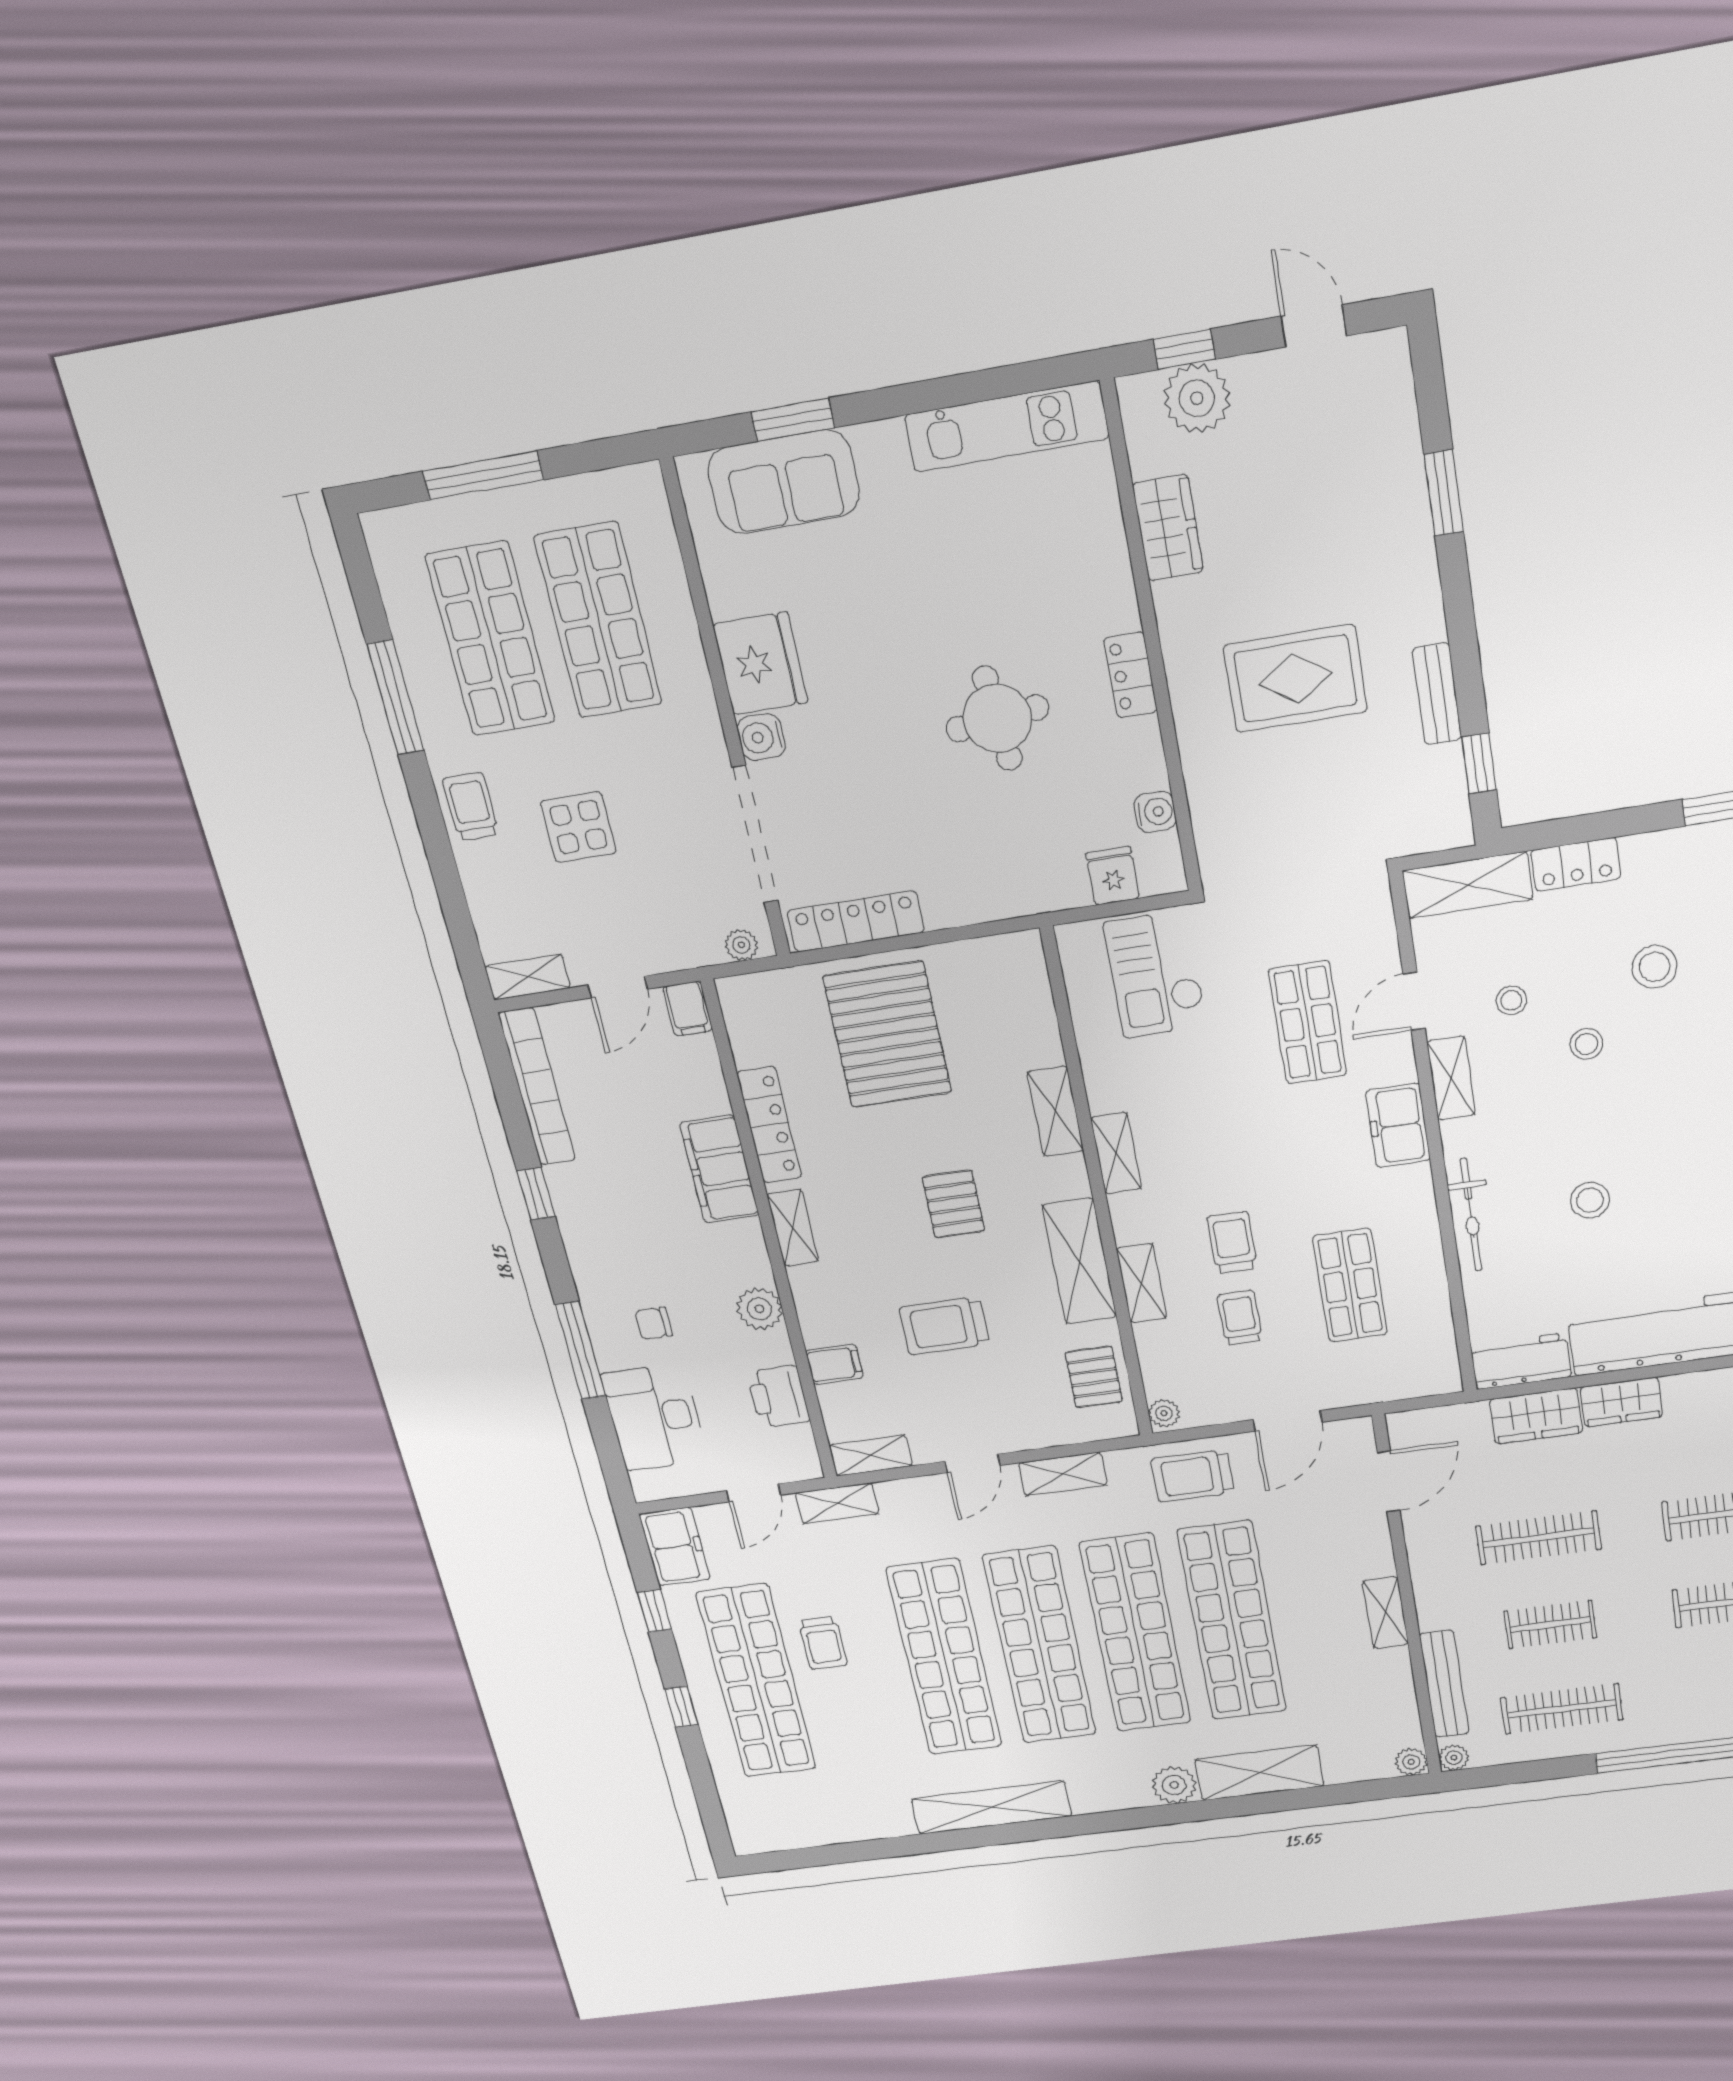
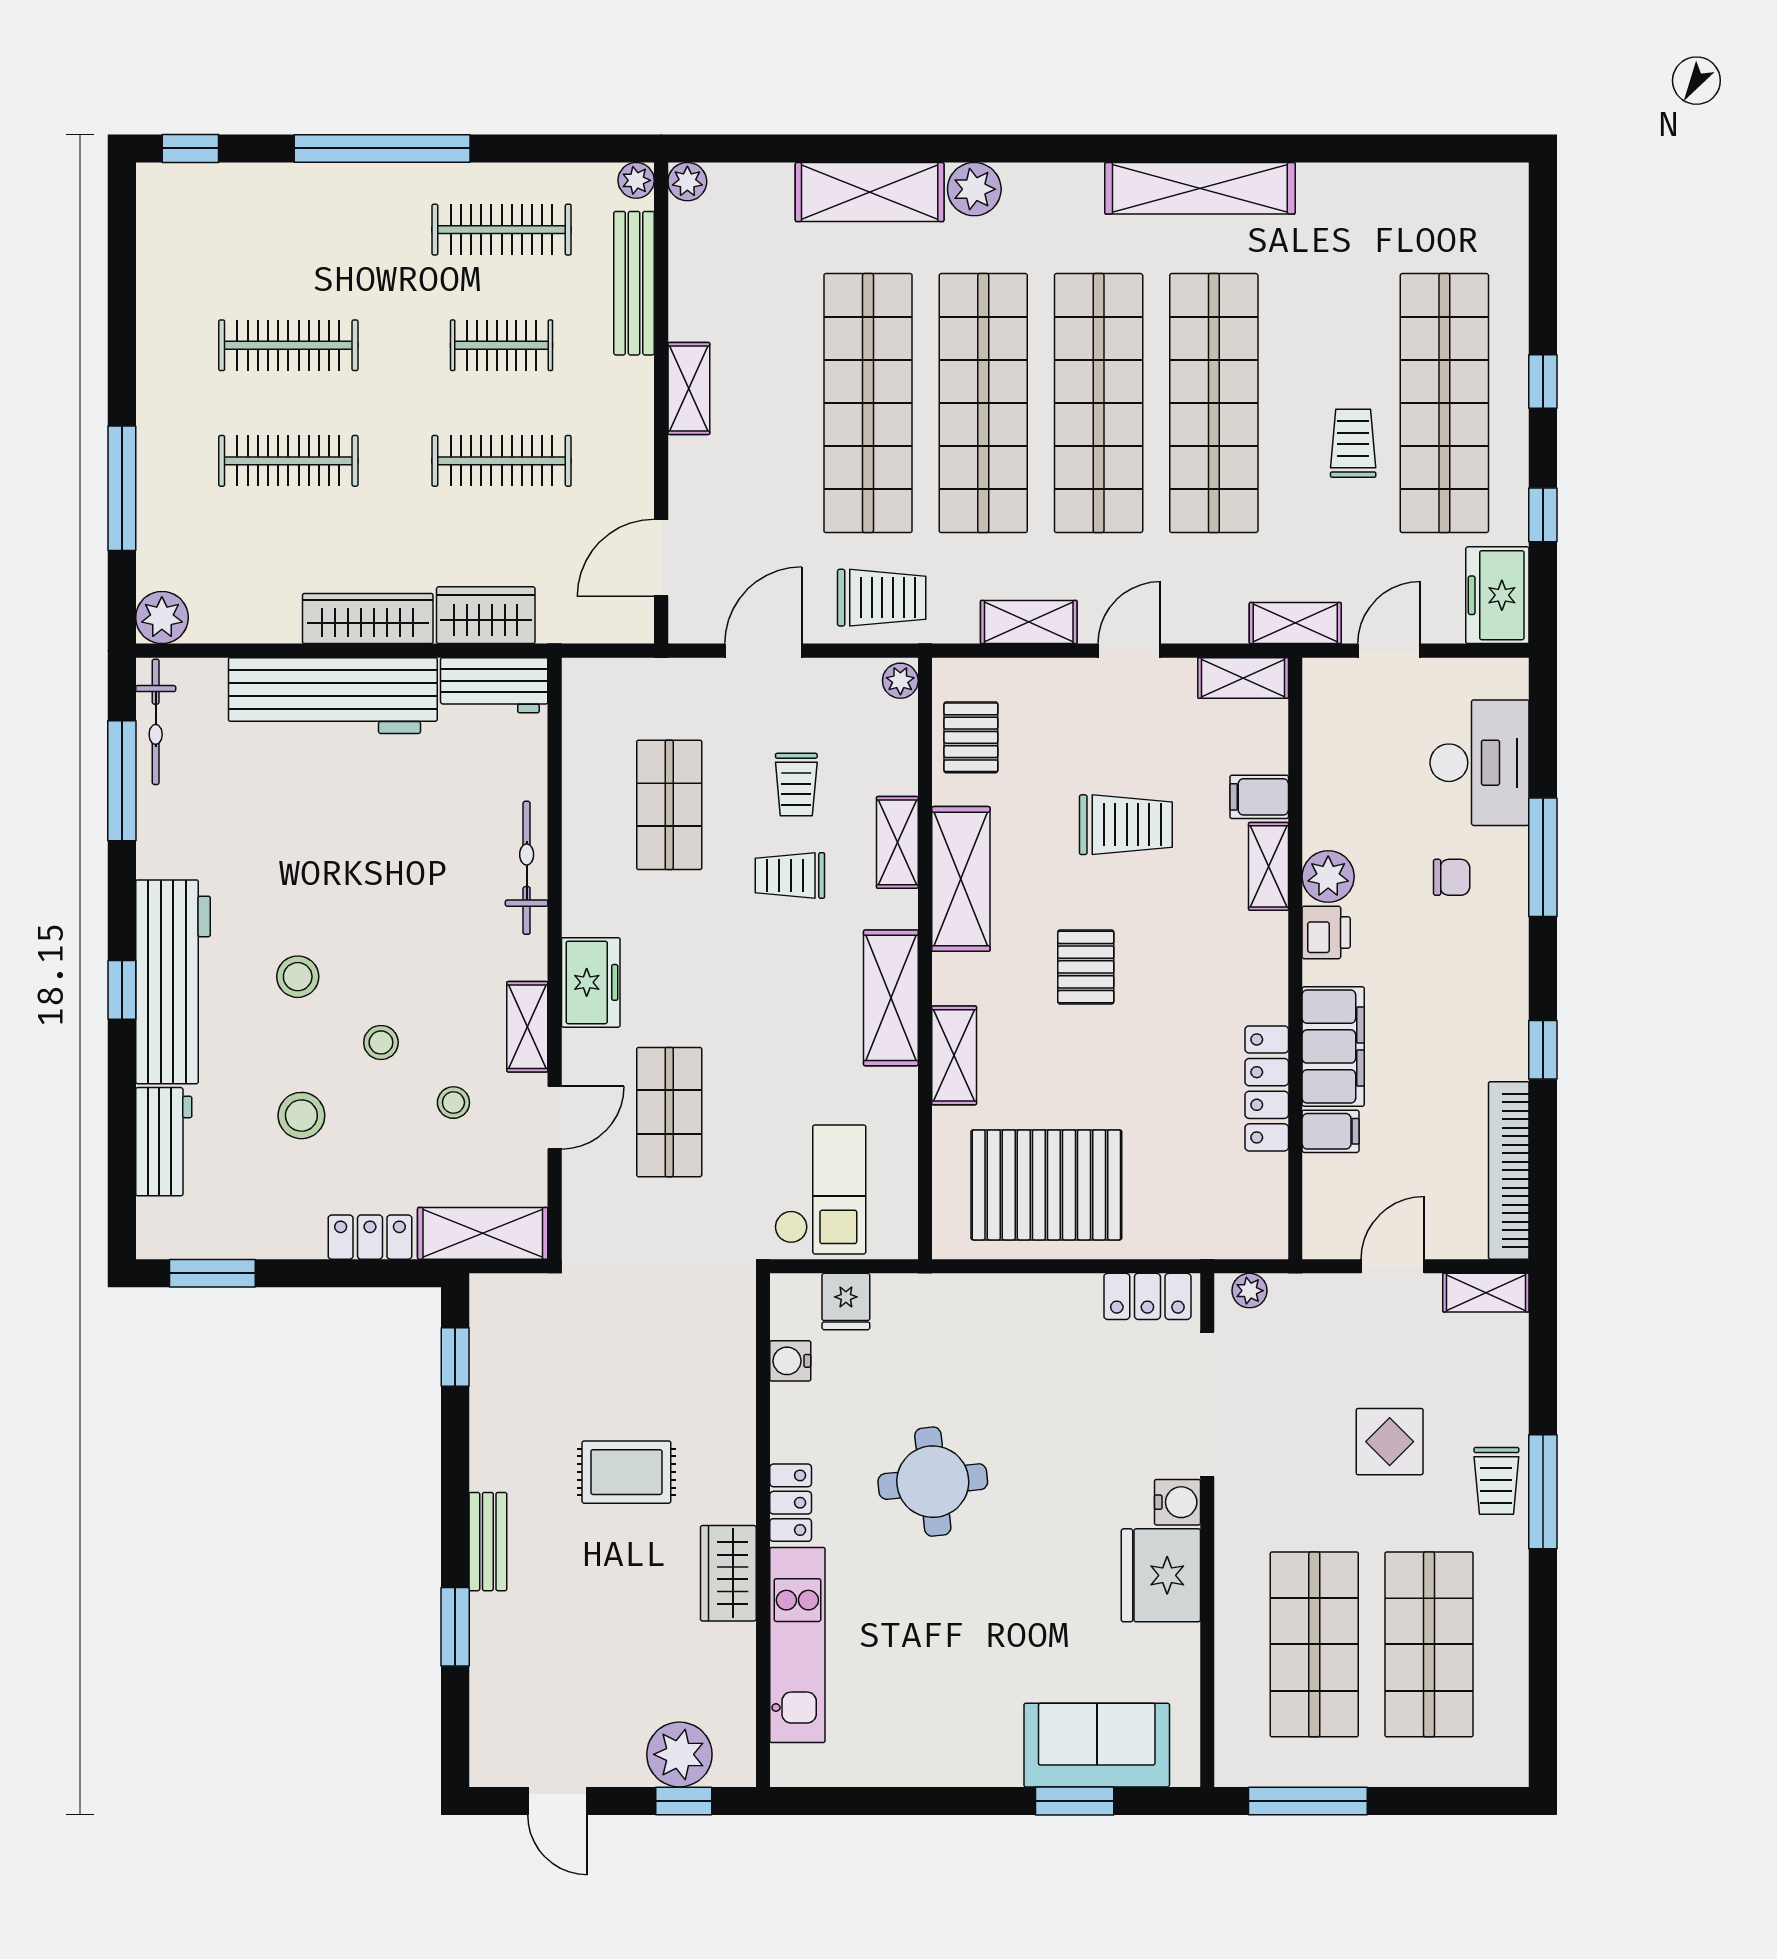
kitchen unit: (1007, 427) -> (797, 1645), moved, turned 90
window: (483, 475) -> (1308, 1801), moved
wardrobe: (1168, 528) -> (728, 1573), moved
rug: (1295, 679) -> (626, 1472), width x0.73, depth x0.70
bench: (1437, 694) -> (488, 1542), moved
window: (395, 697) -> (1543, 1492), moved
locker: (856, 921) -> (1147, 1296), width x0.66
filing cabinet: (688, 1009) -> (1331, 1131), moved, turned 90
pallet: (887, 1035) -> (1046, 1185), moved, turned 90
shelving: (1116, 1153) -> (891, 998), width x1.50, depth x1.33
stool: (1590, 1200) -> (298, 977), moved
shelving: (793, 1228) -> (1269, 866), moved
trolley: (1232, 1242) -> (790, 875), turned 90
printer: (778, 1397) -> (1326, 932), moved, width x0.73, depth x0.81
wardrobe: (1621, 1402) -> (368, 619), width x1.50

